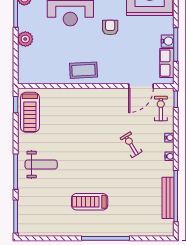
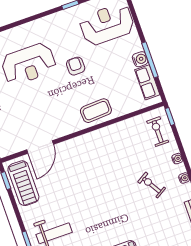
coffee table: (83, 70) -> (96, 111), moved
door: (141, 86) -> (40, 147), moved
exercise bike: (131, 145) -> (152, 185), moved

